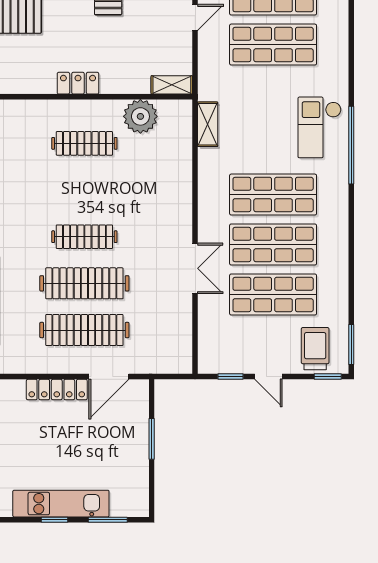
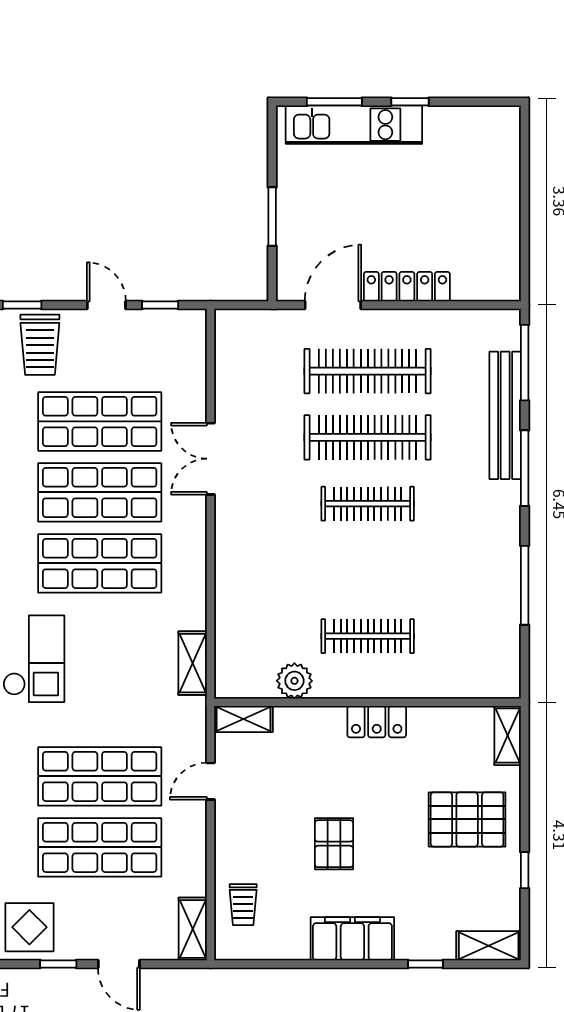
door: (195, 17) -> (211, 781), moved
plant: (140, 116) -> (294, 681), width x0.73, depth x0.73
kitchen unit: (61, 504) -> (354, 125), moved

